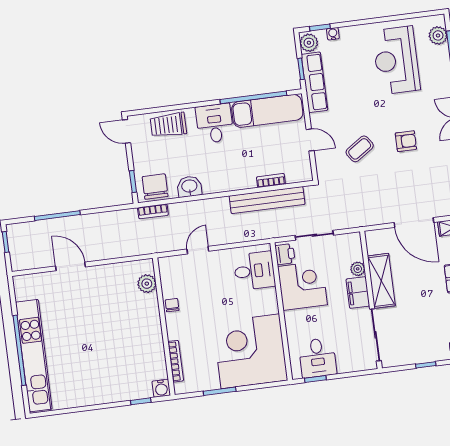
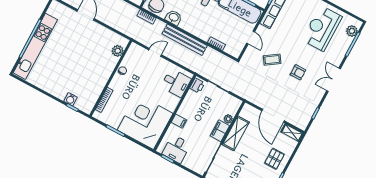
bench: (267, 200) -> (185, 40), moved
corner desk: (302, 286) -> (195, 107), removed
filing cabinet: (295, 318) -> (179, 121), added
water cooler: (161, 388) -> (71, 99), moved

